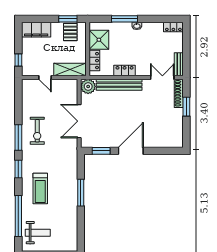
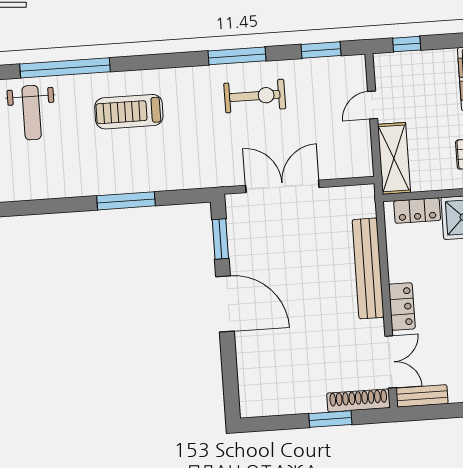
locker: (125, 71) -> (402, 307), moved
plant: (88, 86) -> (359, 201), removed
exercise bike: (37, 131) -> (255, 96), turned 180
window: (18, 169) -> (321, 50), moved

